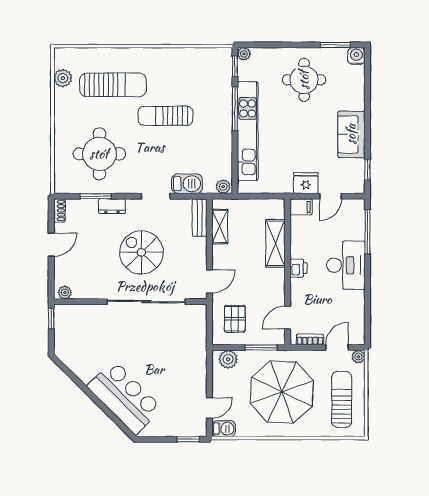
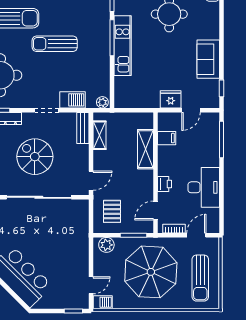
kitchen unit: (248, 131) -> (123, 46), width x0.73
filing cabinet: (301, 207) -> (167, 138), moved
desk: (346, 265) -> (204, 187), moved
printer: (298, 268) -> (165, 184), moved
plant: (358, 357) -> (214, 243), removed
sun lounger: (342, 399) -> (200, 278), turned 180

